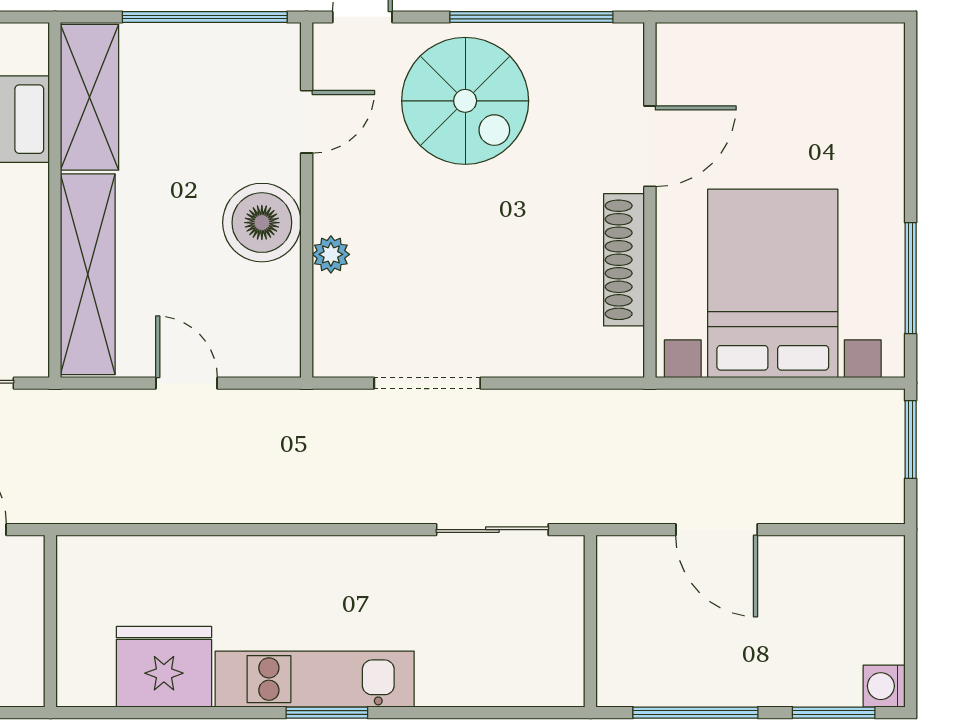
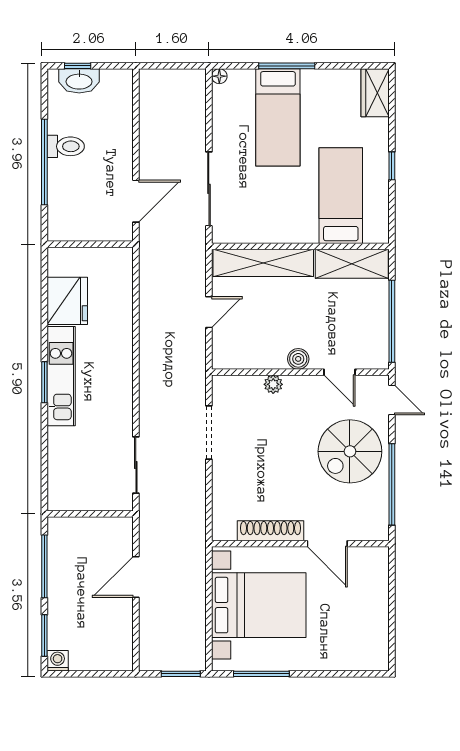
boiler: (262, 223) -> (298, 359), width x0.54, depth x0.54

